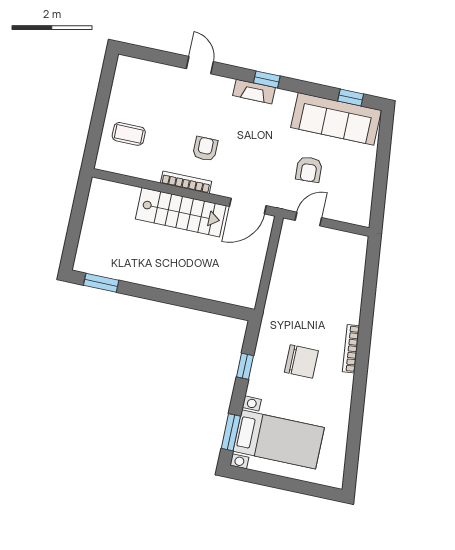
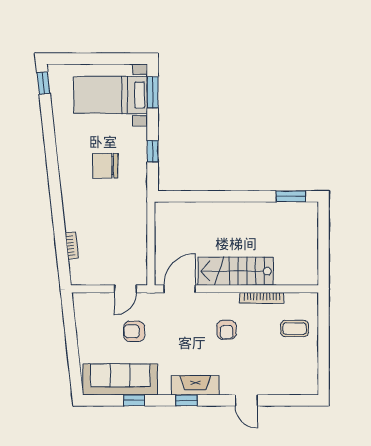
fireplace: (254, 92) -> (195, 385), width x1.37, depth x1.32
window: (351, 97) -> (134, 400), moved
armchair: (309, 169) -> (134, 331), turned -87
bookcase: (186, 182) -> (262, 298), moved
bookcase: (351, 349) -> (72, 245), moved, width x0.64
window: (351, 469) -> (43, 83), added

